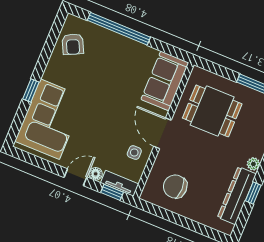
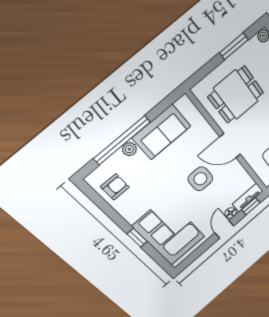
plant: (114, 39) -> (129, 149), added
armchair: (73, 44) -> (115, 187), turned -64
sofa: (165, 81) -> (162, 132), moved, turned -90
side table: (134, 152) -> (200, 179), moved, width x1.87, depth x1.87

